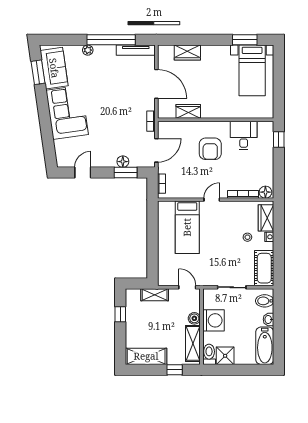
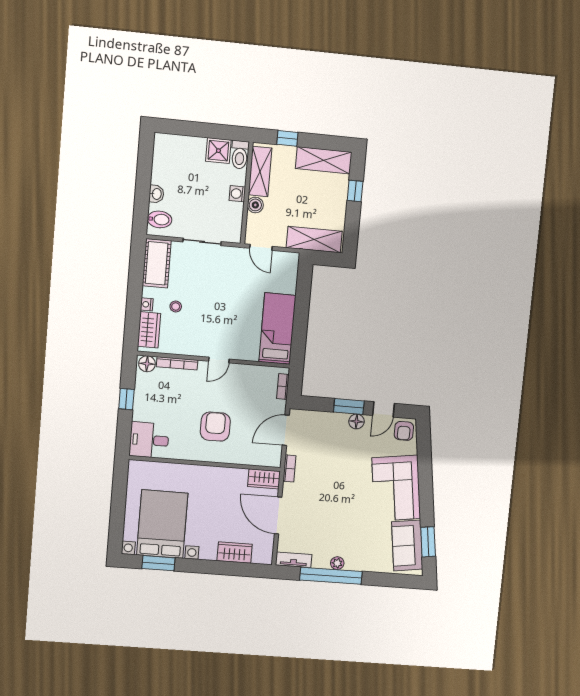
plant: (88, 50) -> (337, 563), moved
tv unit: (136, 50) -> (294, 560), width x0.71
bed with nightstands: (252, 70) -> (162, 524), width x1.36
wardrobe: (188, 111) -> (264, 479), moved
desk: (244, 135) -> (149, 440), moved, turned 90
window: (279, 140) -> (126, 399), moved
armchair: (65, 157) -> (404, 431), added
floor lamp: (123, 162) -> (356, 421), moved
window: (126, 173) -> (349, 407), moved
bed: (187, 227) -> (277, 329), moved
shelving: (155, 295) -> (314, 240), width x1.50, depth x1.33
window: (120, 314) -> (355, 191), moved
washing machine: (213, 320) -> (237, 194), width x0.53, depth x0.53
bathtub: (265, 346) -> (164, 159), removed

